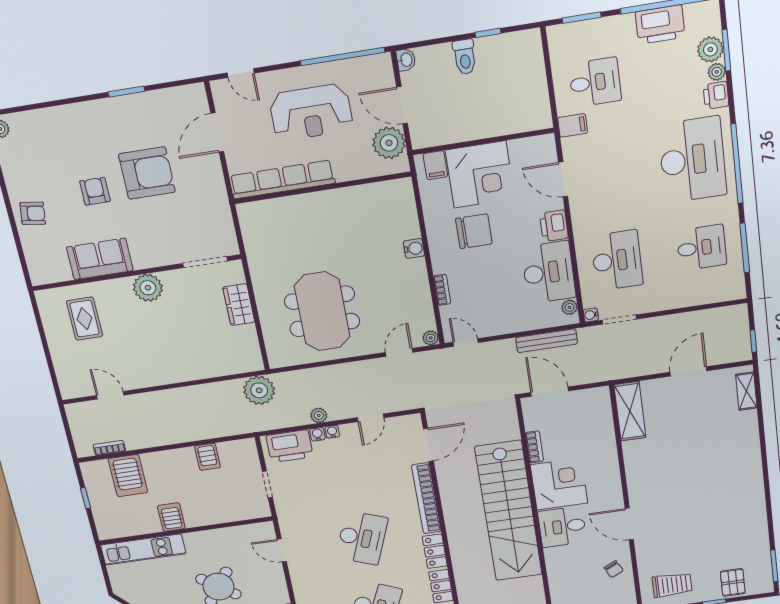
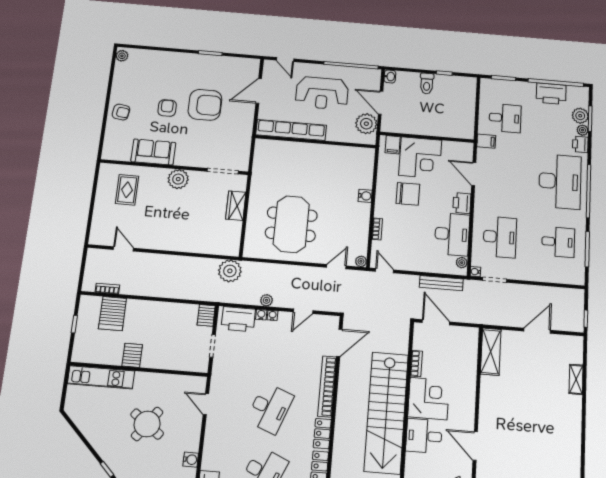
shelving: (746, 391) -> (576, 379), moved
server rack: (208, 457) -> (206, 315), moved

